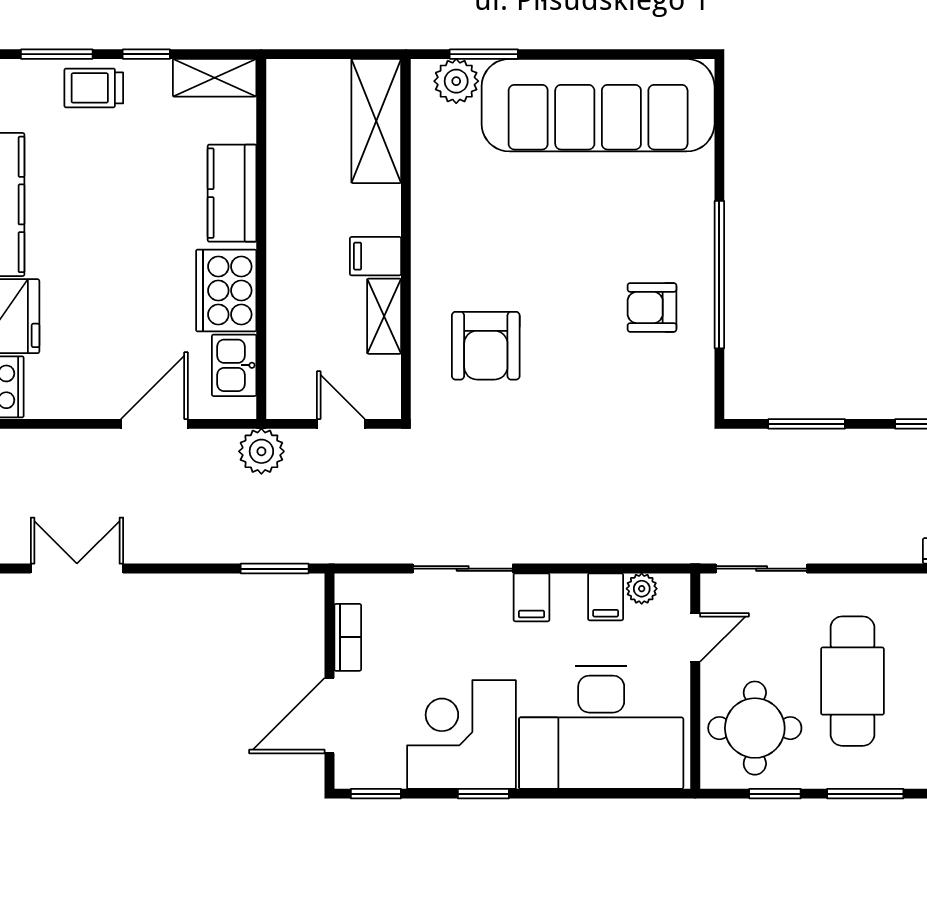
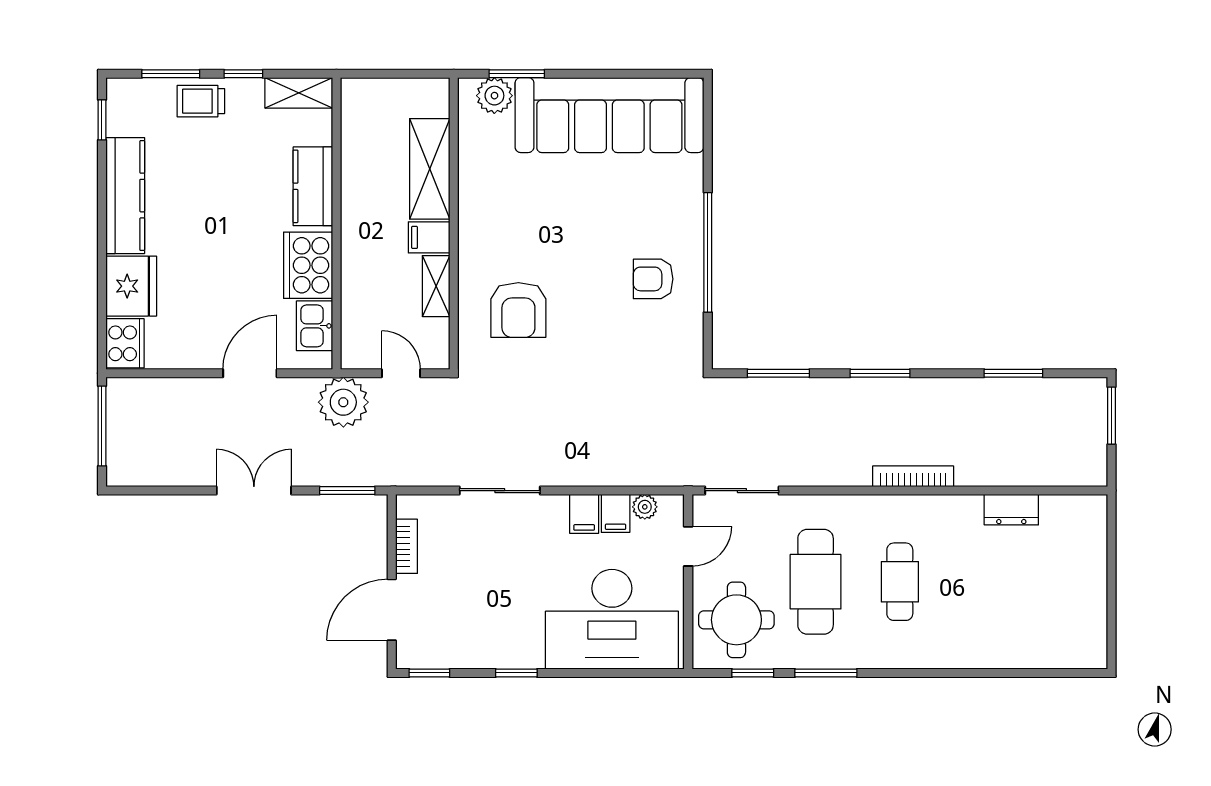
shelving: (376, 121) -> (430, 169), moved
plant: (261, 451) -> (343, 402), width x1.36, depth x1.36
double door: (77, 569) -> (254, 491), moved
filing cabinet: (532, 597) -> (584, 514), moved
corner desk: (461, 734) -> (499, 625), removed

